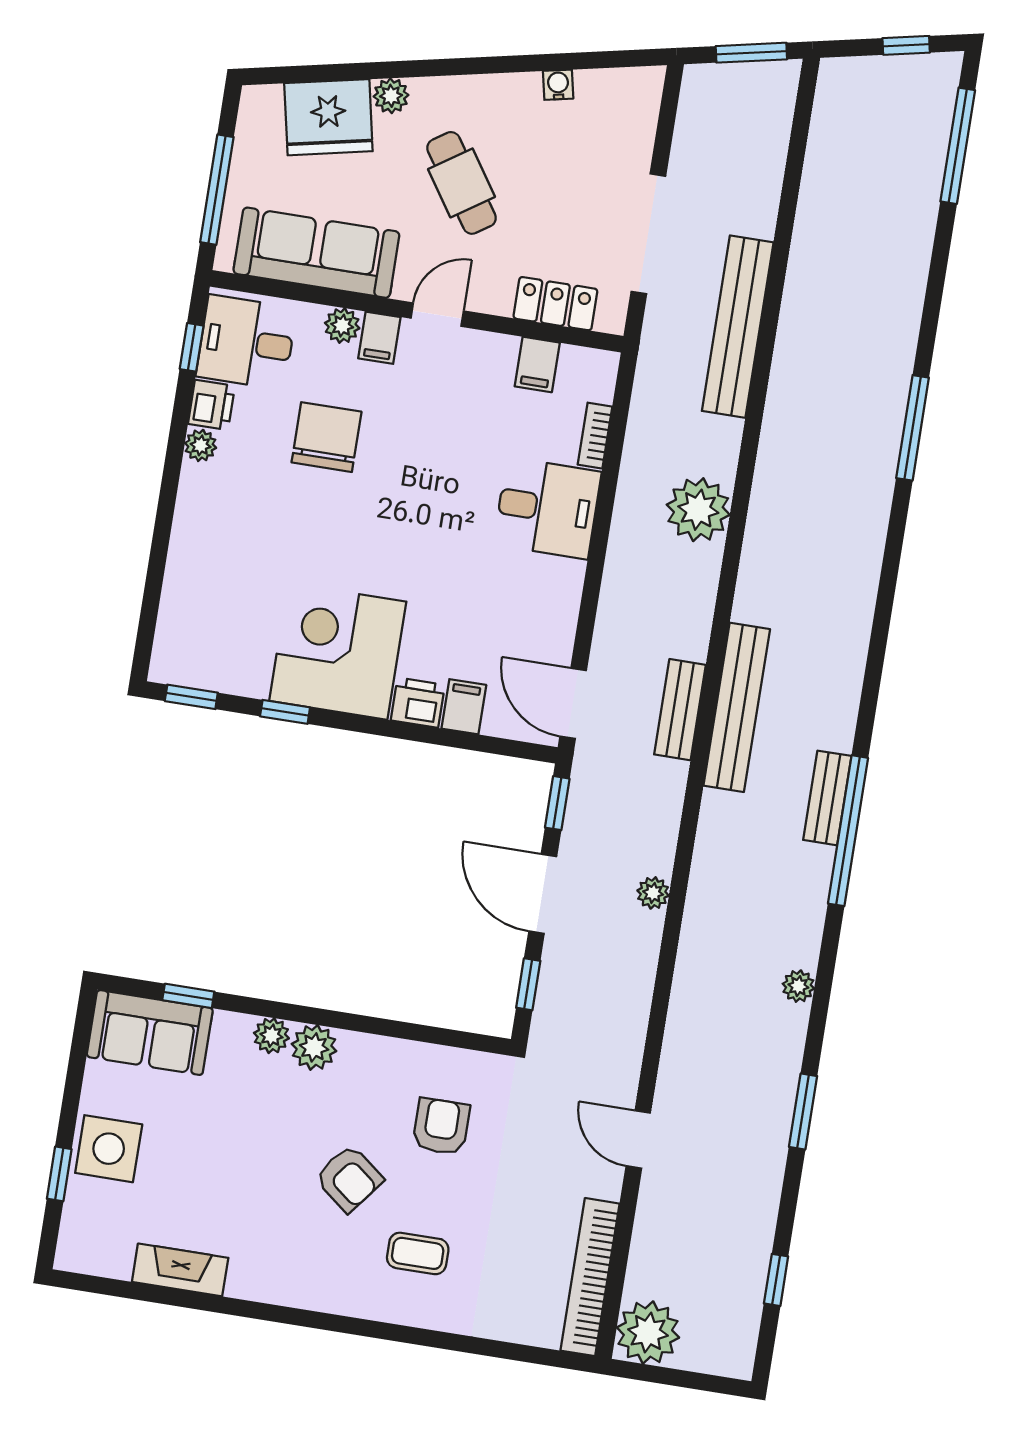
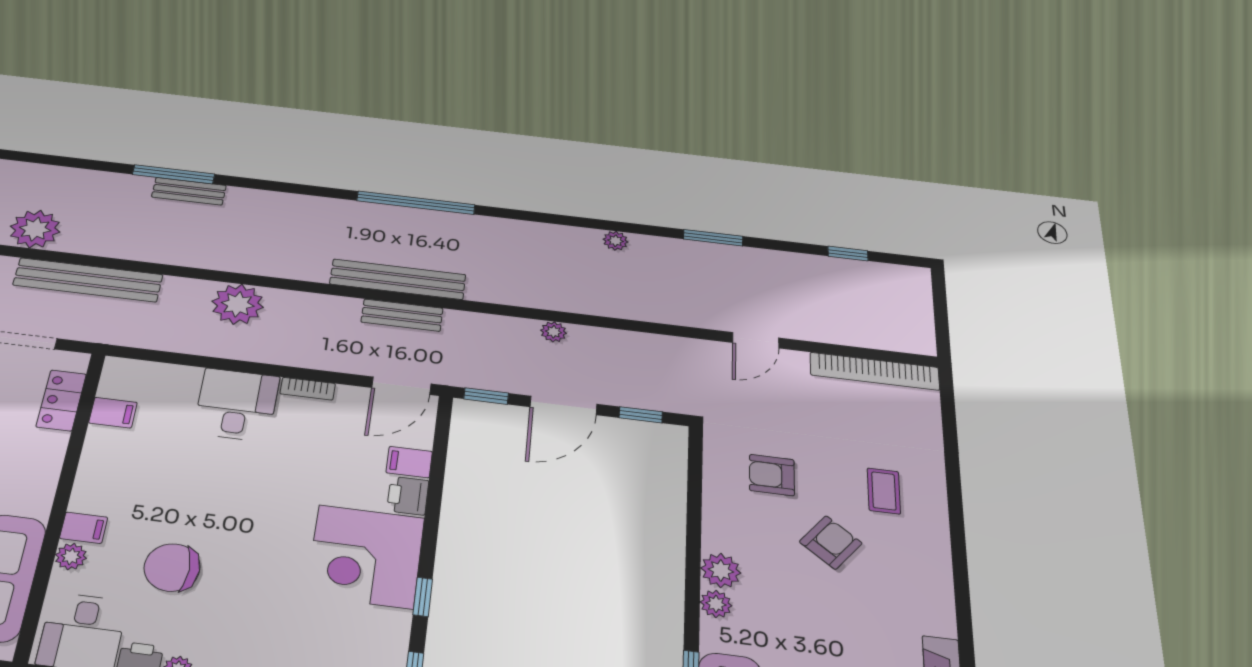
door: (437, 315) -> (65, 485), removed
bookcase: (595, 436) -> (308, 389), moved
bench: (827, 798) -> (189, 191), moved
window: (848, 831) -> (416, 203), moved
plant: (648, 1332) -> (35, 229), moved

